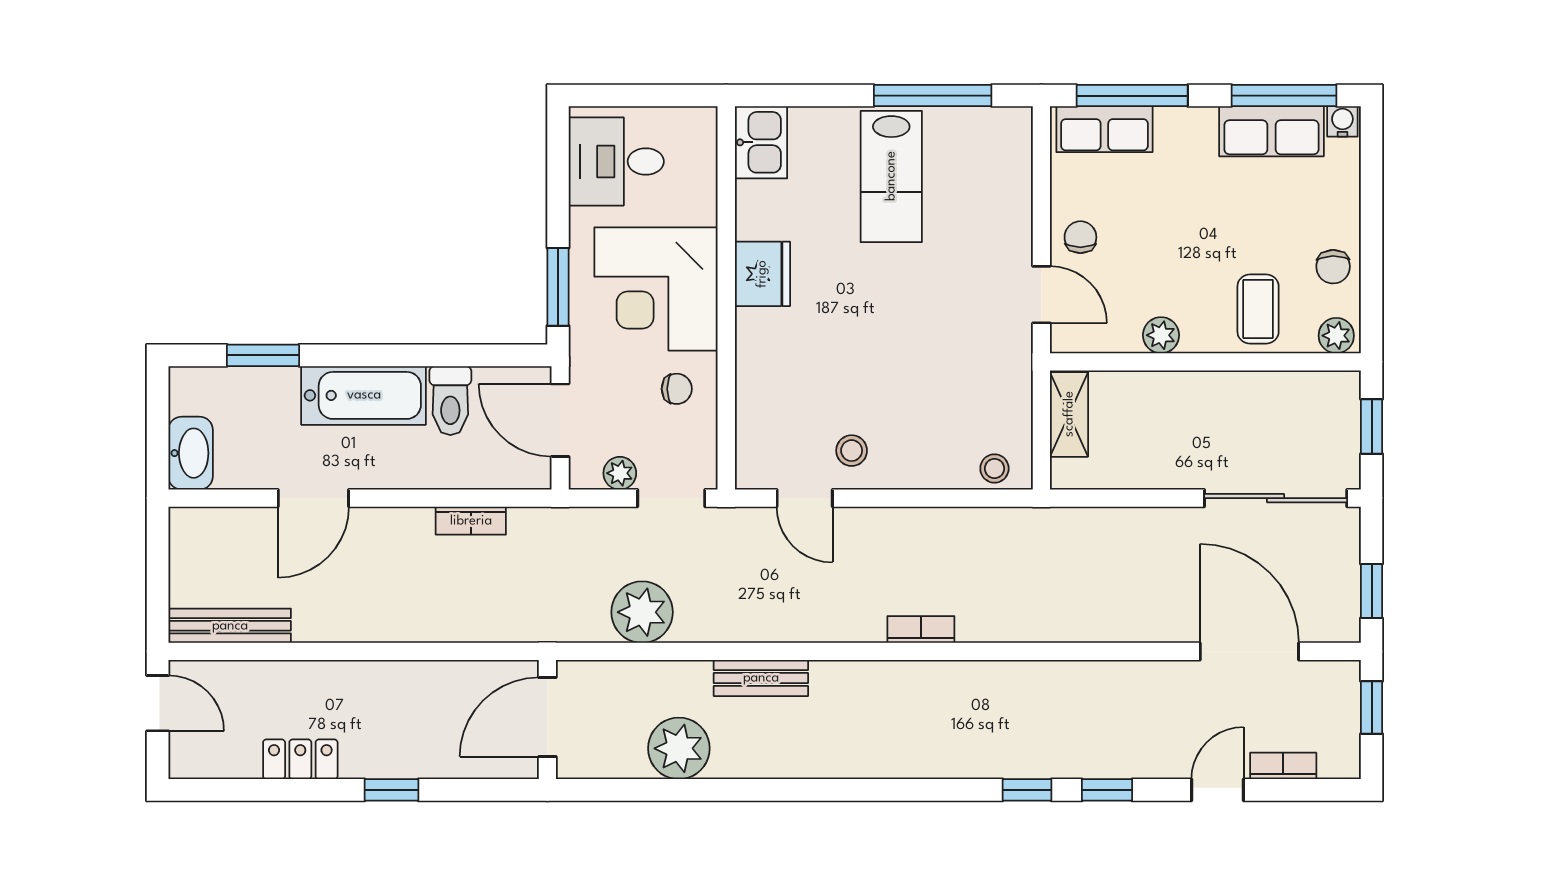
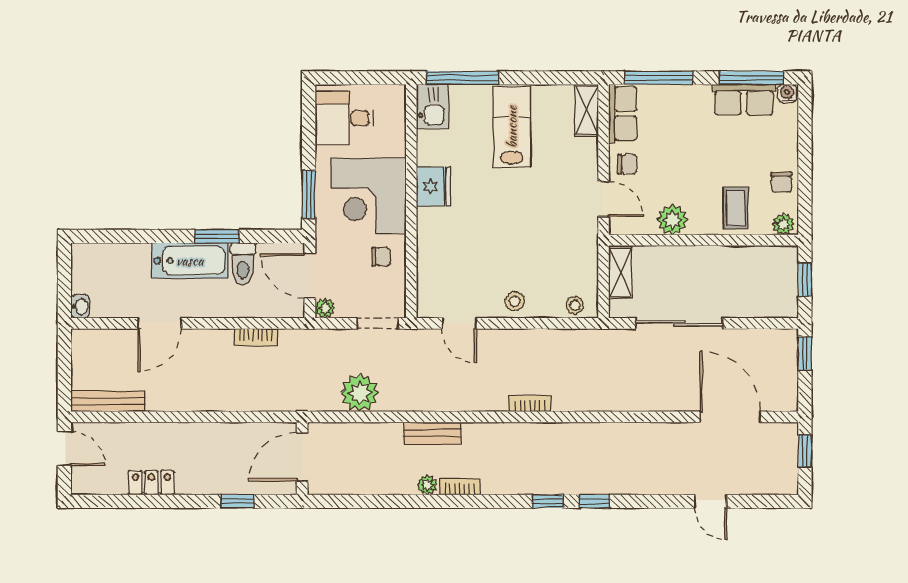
window: (933, 96) -> (462, 78), moved
row of seats: (1104, 129) -> (623, 114), moved, turned -90
shelving: (1014, 149) -> (587, 110), added
lab bench: (891, 176) -> (512, 127), turned 180
chair: (1080, 237) -> (627, 164), turned 90
plant: (1161, 335) -> (672, 220), width x1.38, depth x1.38
window: (263, 355) -> (217, 236), moved
stool: (852, 451) -> (515, 301), moved
washbasin: (191, 453) -> (80, 306), width x0.52, depth x0.69
plant: (620, 473) -> (325, 308), moved
sliding door: (1276, 498) -> (679, 323), moved
window: (1372, 591) -> (805, 354), moved
plant: (679, 748) -> (427, 485), moved, width x0.53, depth x0.53
bookcase: (1283, 766) -> (460, 487), moved
window: (391, 790) -> (238, 501), moved
window: (1107, 790) -> (548, 501), moved
door: (1217, 790) -> (711, 501), swing flipped

